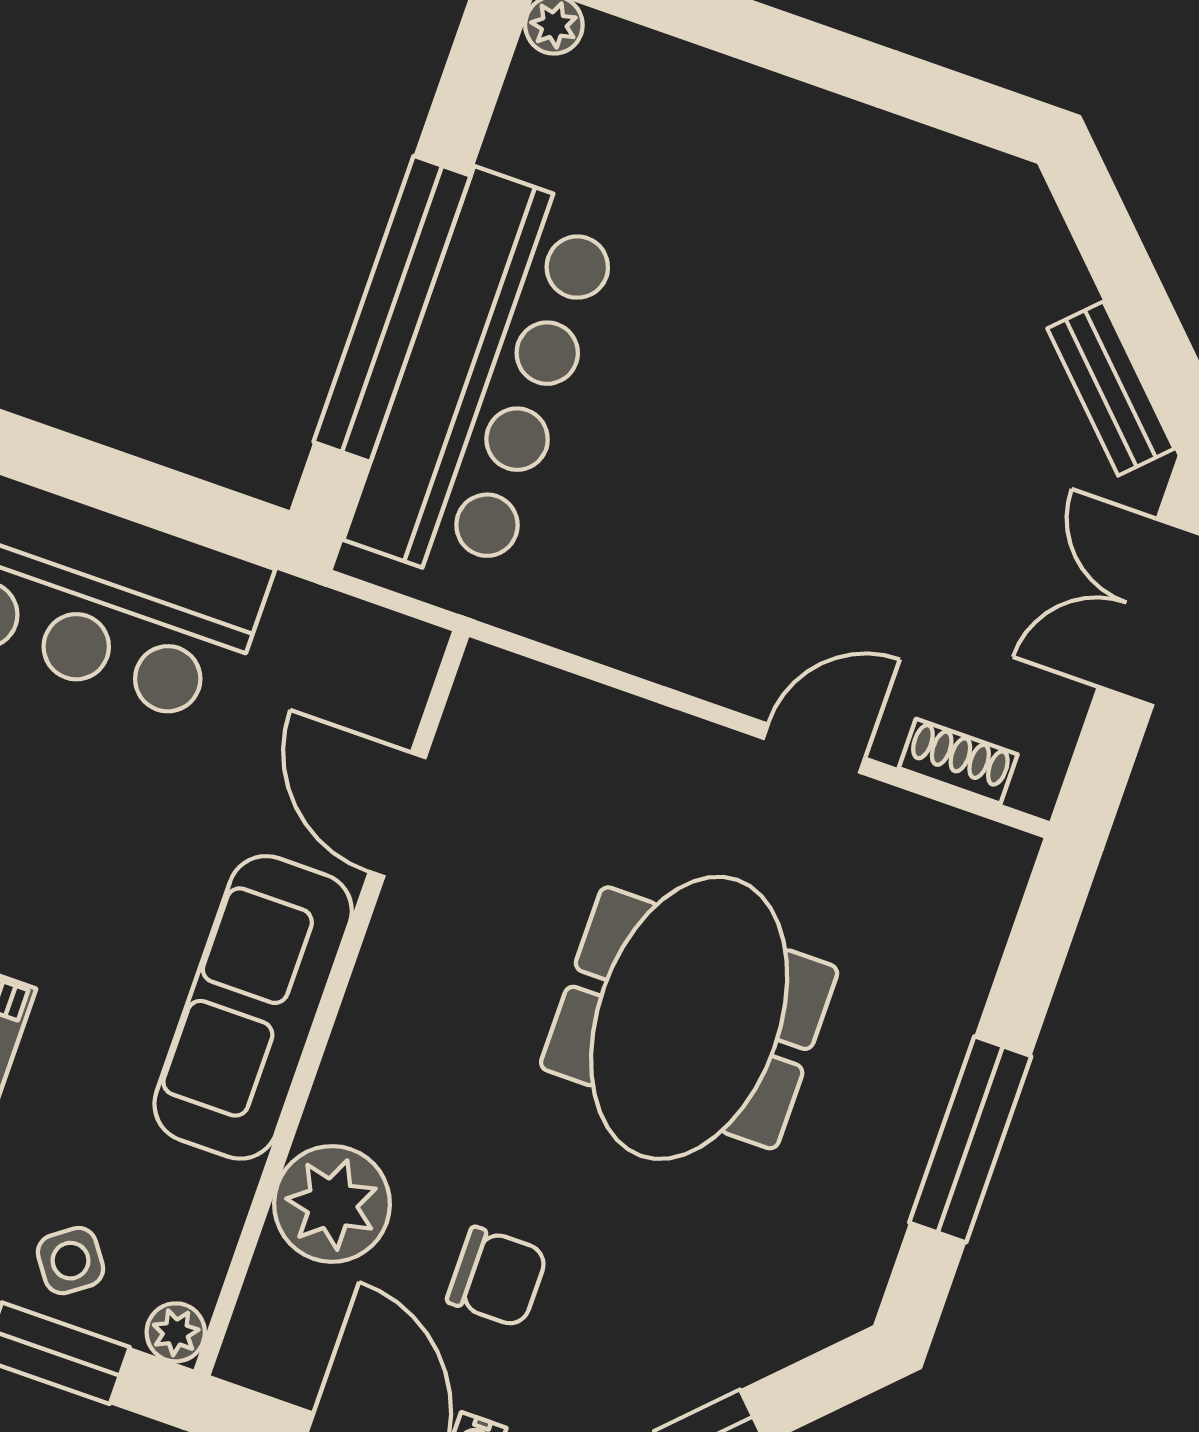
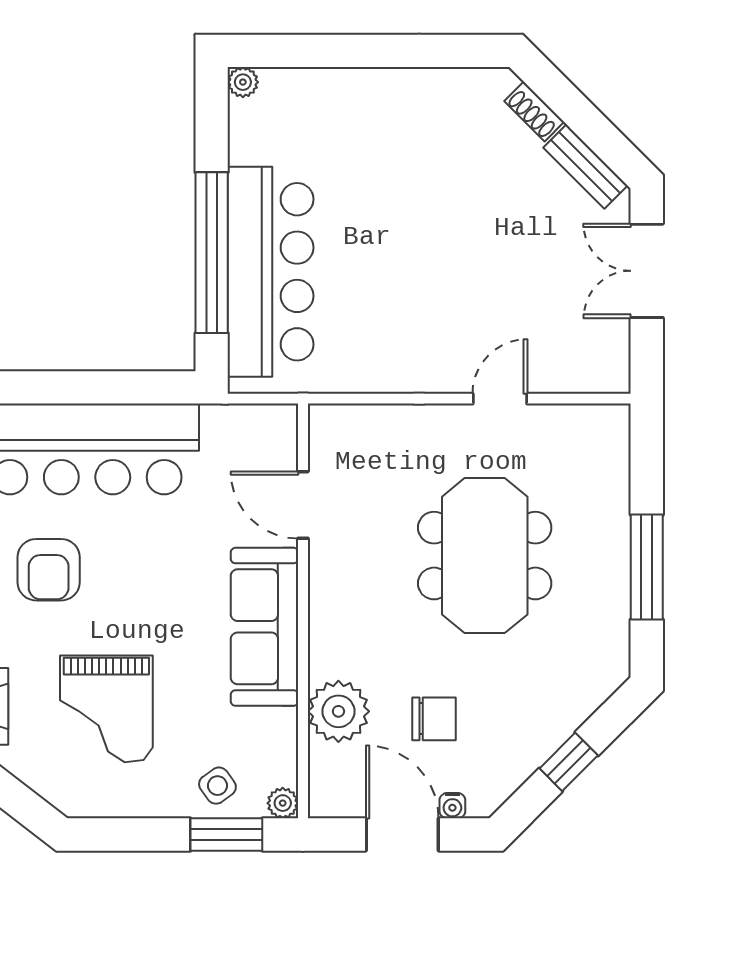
shoe rack: (958, 761) -> (534, 111), moved, turned -135

